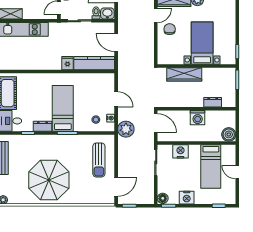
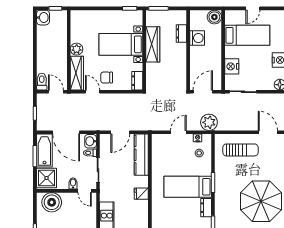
dresser: (167, 59) -> (137, 81), added
fridge: (67, 63) -> (141, 194), moved
wardrobe: (184, 74) -> (153, 44), moved
washing machine: (198, 118) -> (197, 38), moved

